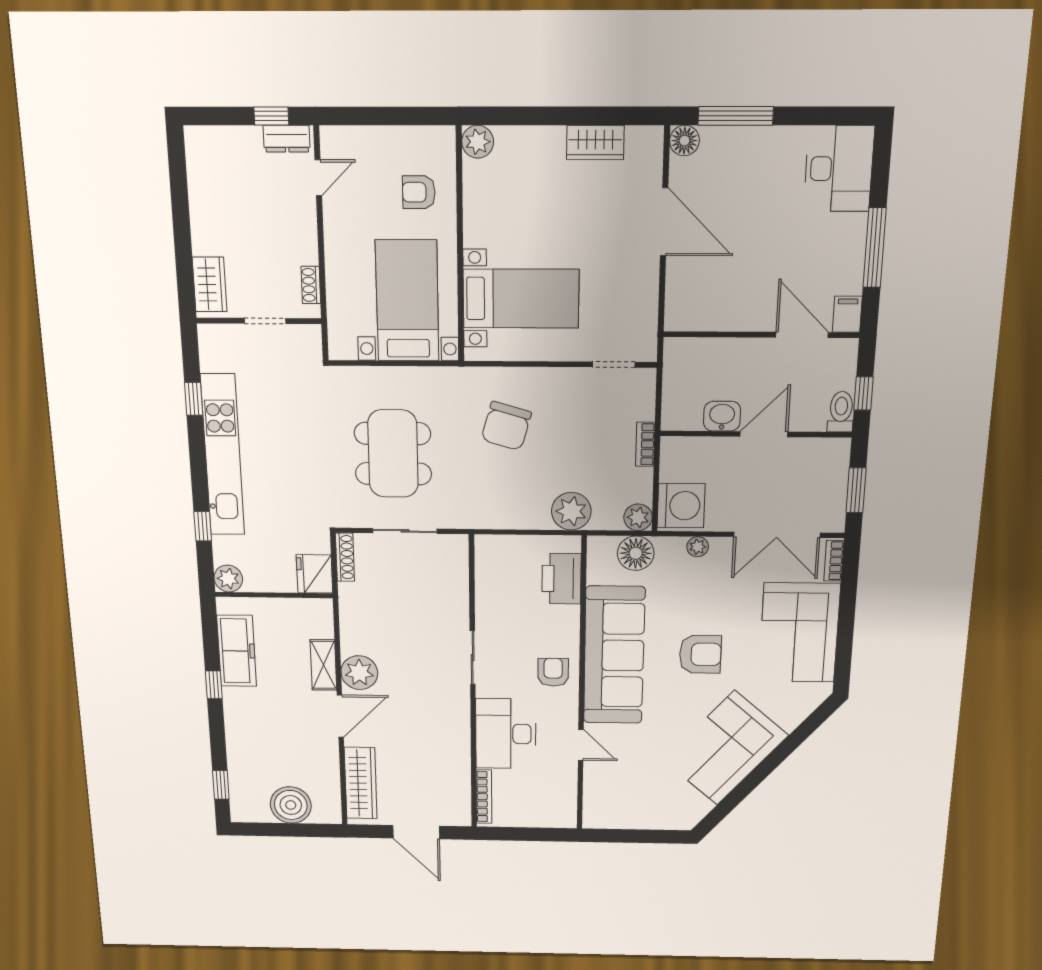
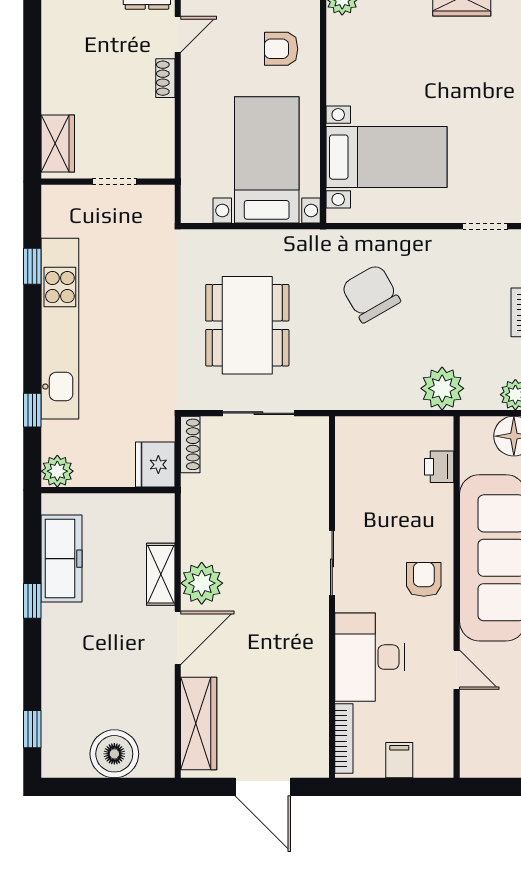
shoe rack: (311, 285) -> (165, 78), moved
chair: (506, 426) -> (371, 293), turned 134
printer: (562, 579) -> (439, 467), width x0.53, depth x0.68
filing cabinet: (531, 814) -> (399, 760), added

